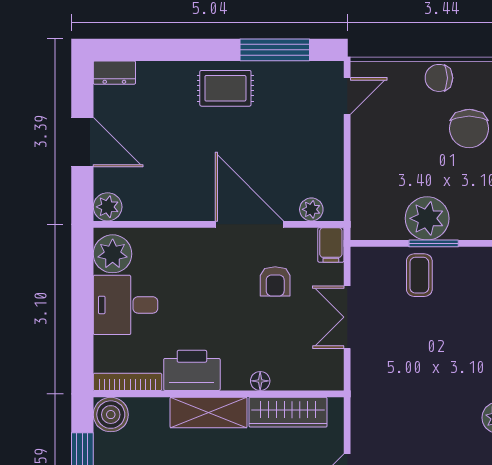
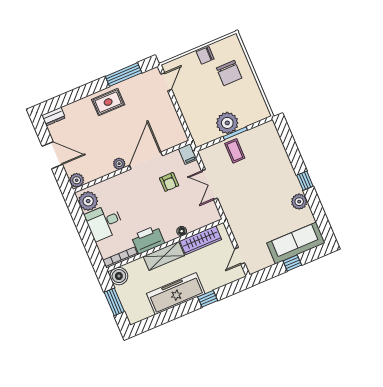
plant: (311, 209) -> (119, 164), moved
door: (249, 224) -> (146, 161), hinge flipped

